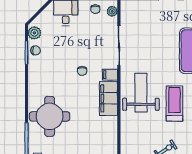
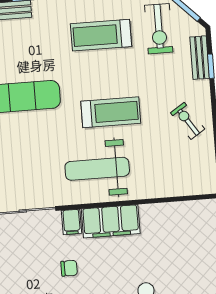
treadmill: (175, 104) -> (111, 112), turned 180

